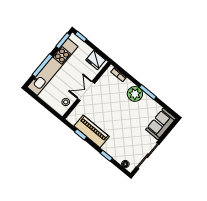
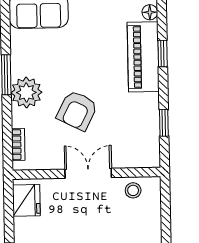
double door: (86, 91) -> (88, 173), swing flipped
armchair: (112, 107) -> (77, 110), added
piano: (92, 131) -> (143, 57), moved

